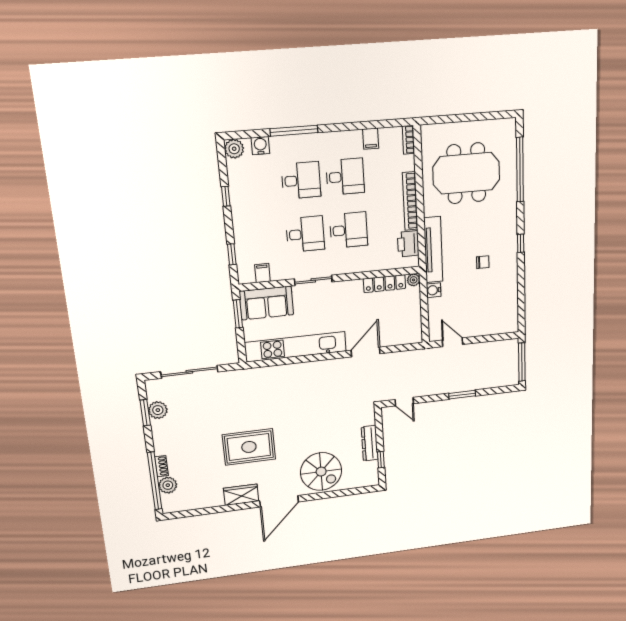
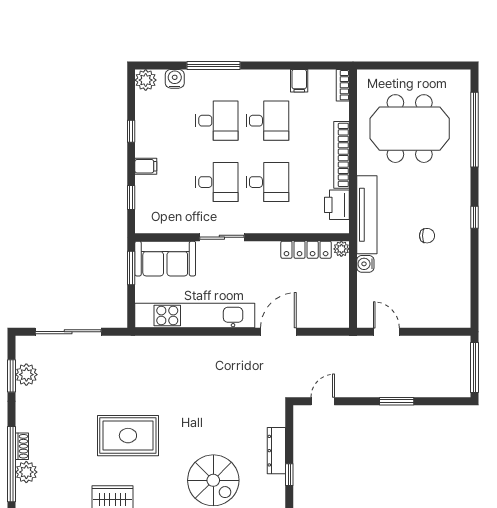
filing cabinet: (262, 273) -> (146, 166), moved, turned 90
door: (404, 402) -> (323, 401), swing flipped

